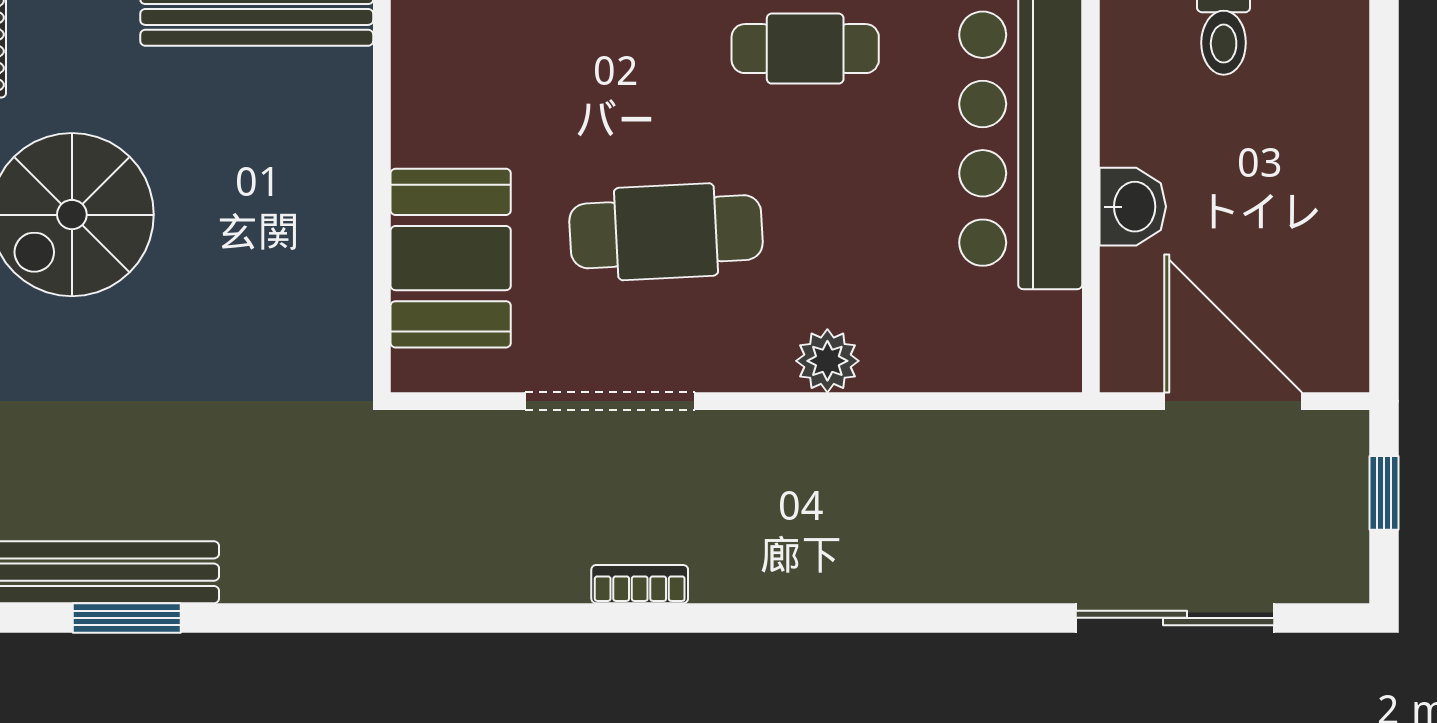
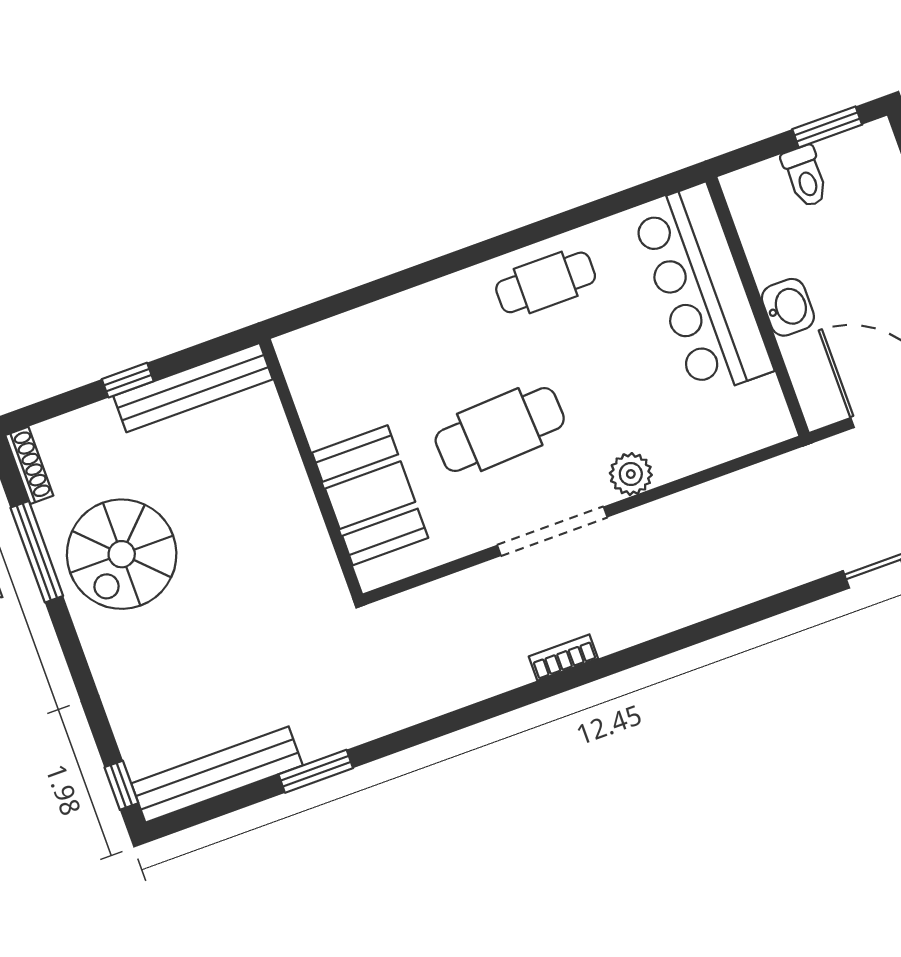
doorway: (610, 401) -> (552, 531), moved
window: (127, 618) -> (316, 771), moved

